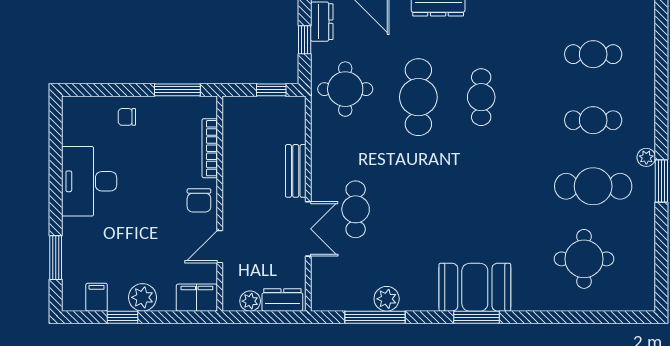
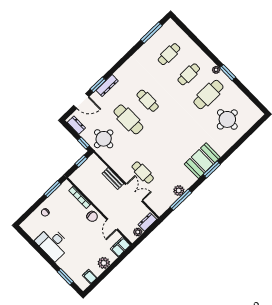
window: (305, 40) -> (83, 143), moved
window: (123, 317) -> (104, 275), removed

